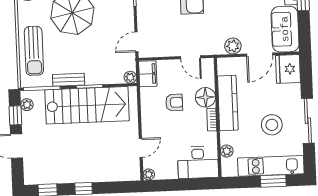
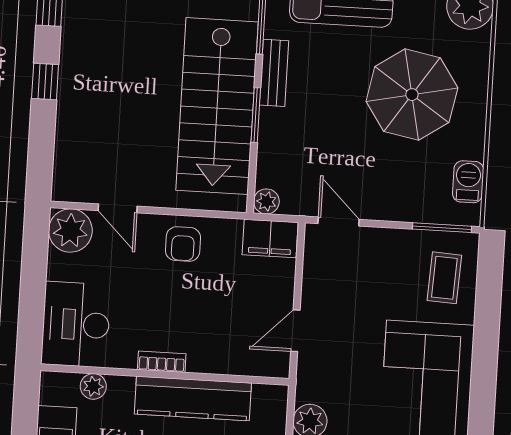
floor lamp: (205, 97) -> (209, 353), removed
armchair: (174, 102) -> (183, 244), moved
plant: (149, 174) -> (70, 231), width x1.88, depth x1.88

